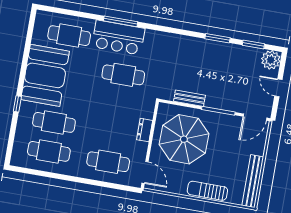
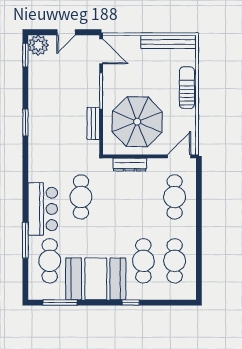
window: (121, 21) -> (25, 240), moved
window: (29, 38) -> (60, 303), added
window: (218, 38) -> (25, 122), moved
window: (253, 45) -> (25, 55), moved
dresser: (145, 130) -> (130, 165), width x1.44
sun lounger: (207, 191) -> (187, 88), turned 180

